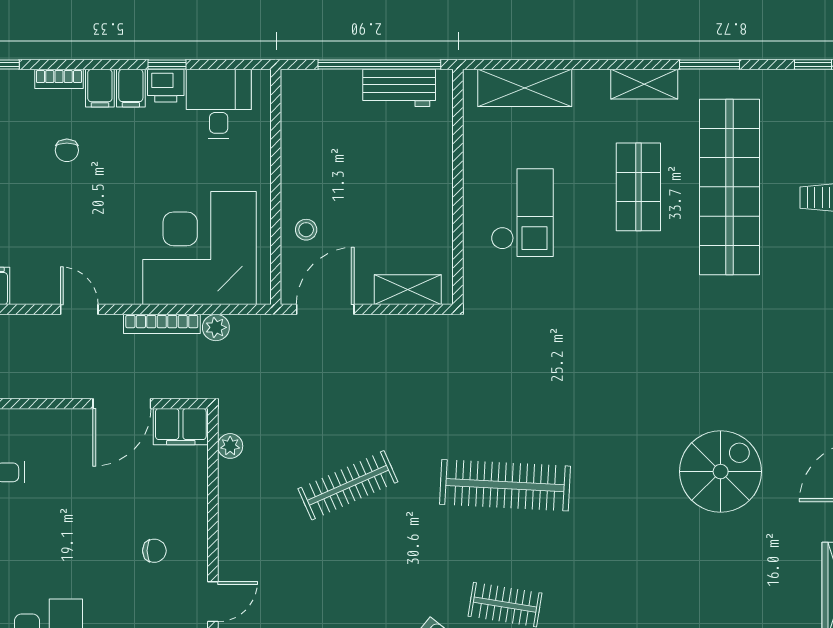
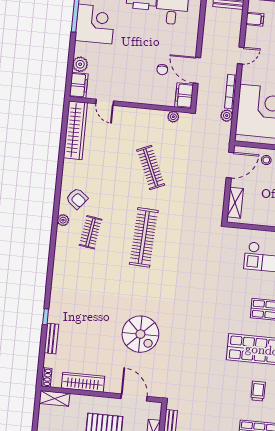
door: (325, 309) -> (230, 165), hinge flipped
chair: (154, 551) -> (162, 70), moved

